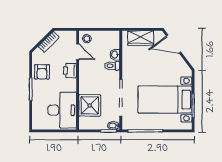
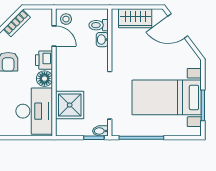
toilet: (112, 66) -> (99, 25), moved
floor lamp: (70, 85) -> (44, 79), added

